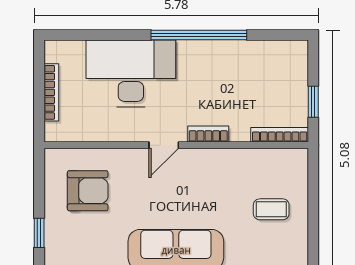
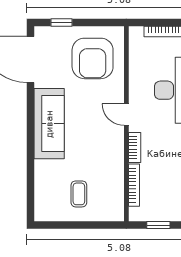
bookcase: (280, 135) -> (134, 185), moved
armchair: (88, 191) -> (93, 58), width x1.36, depth x1.36

